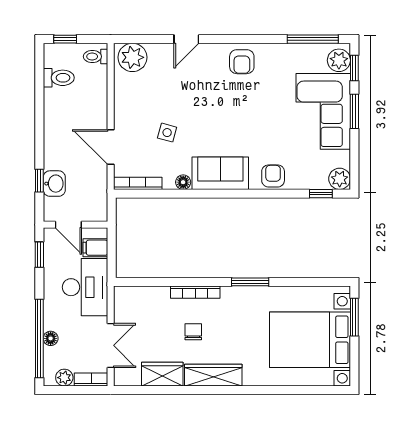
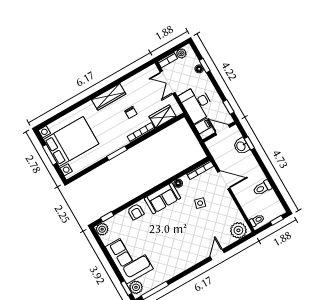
armchair: (242, 62) -> (183, 259), removed
toilet: (59, 78) -> (262, 188), moved
window: (354, 111) -> (114, 267), removed
window: (354, 317) -> (50, 155), moved
window: (39, 338) -> (205, 66), width x0.32
wardrobe: (162, 374) -> (163, 116), moved, turned 180

